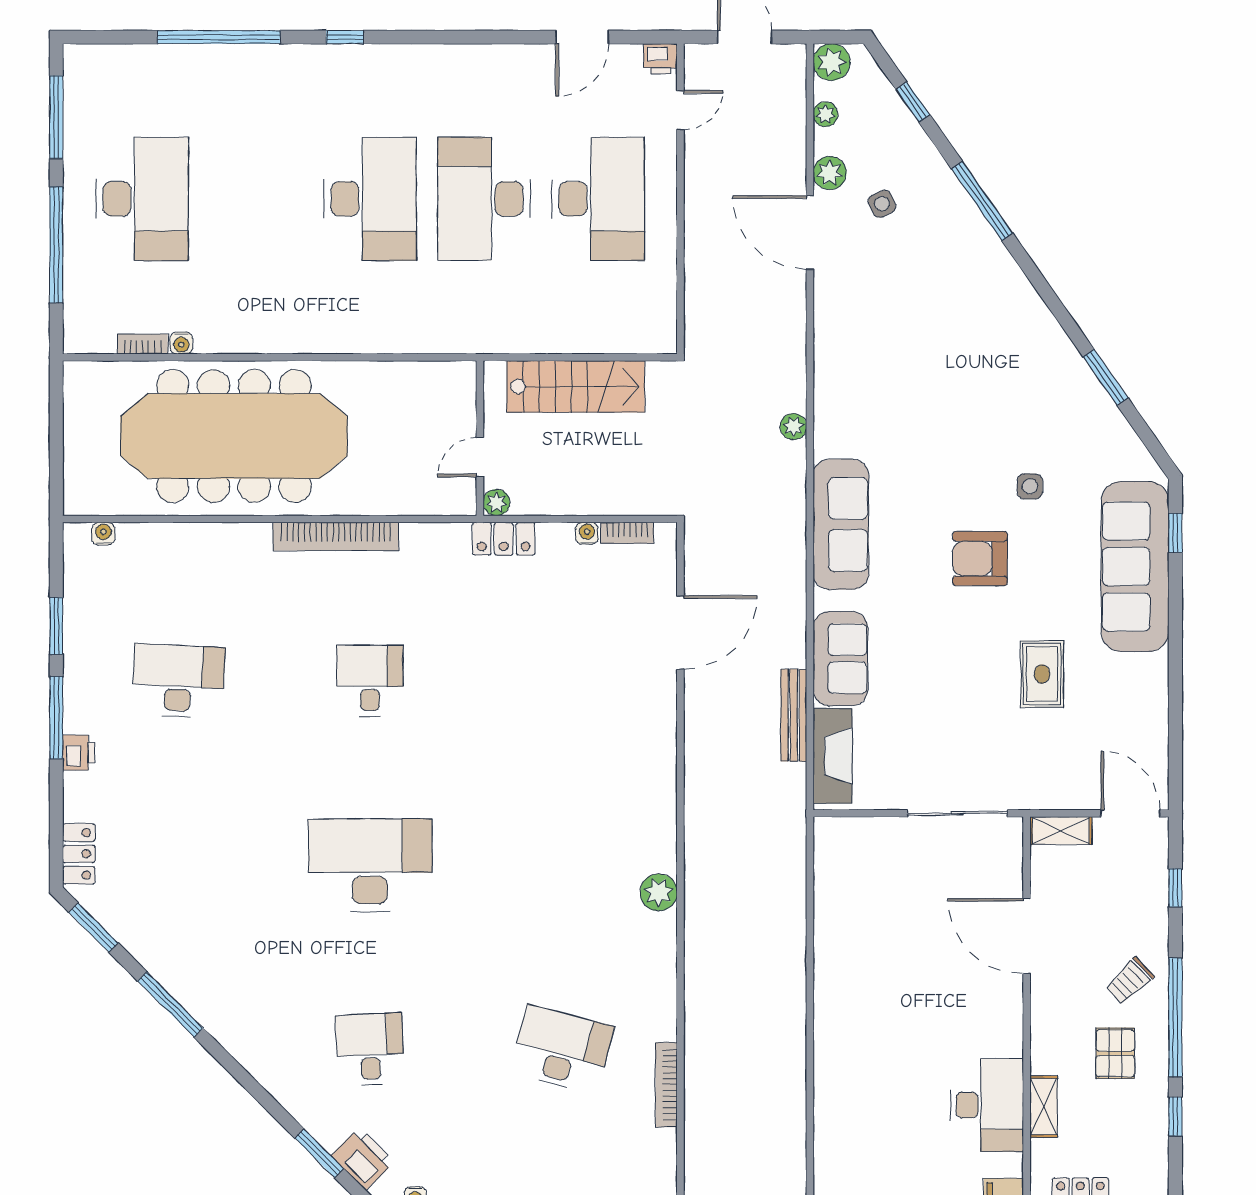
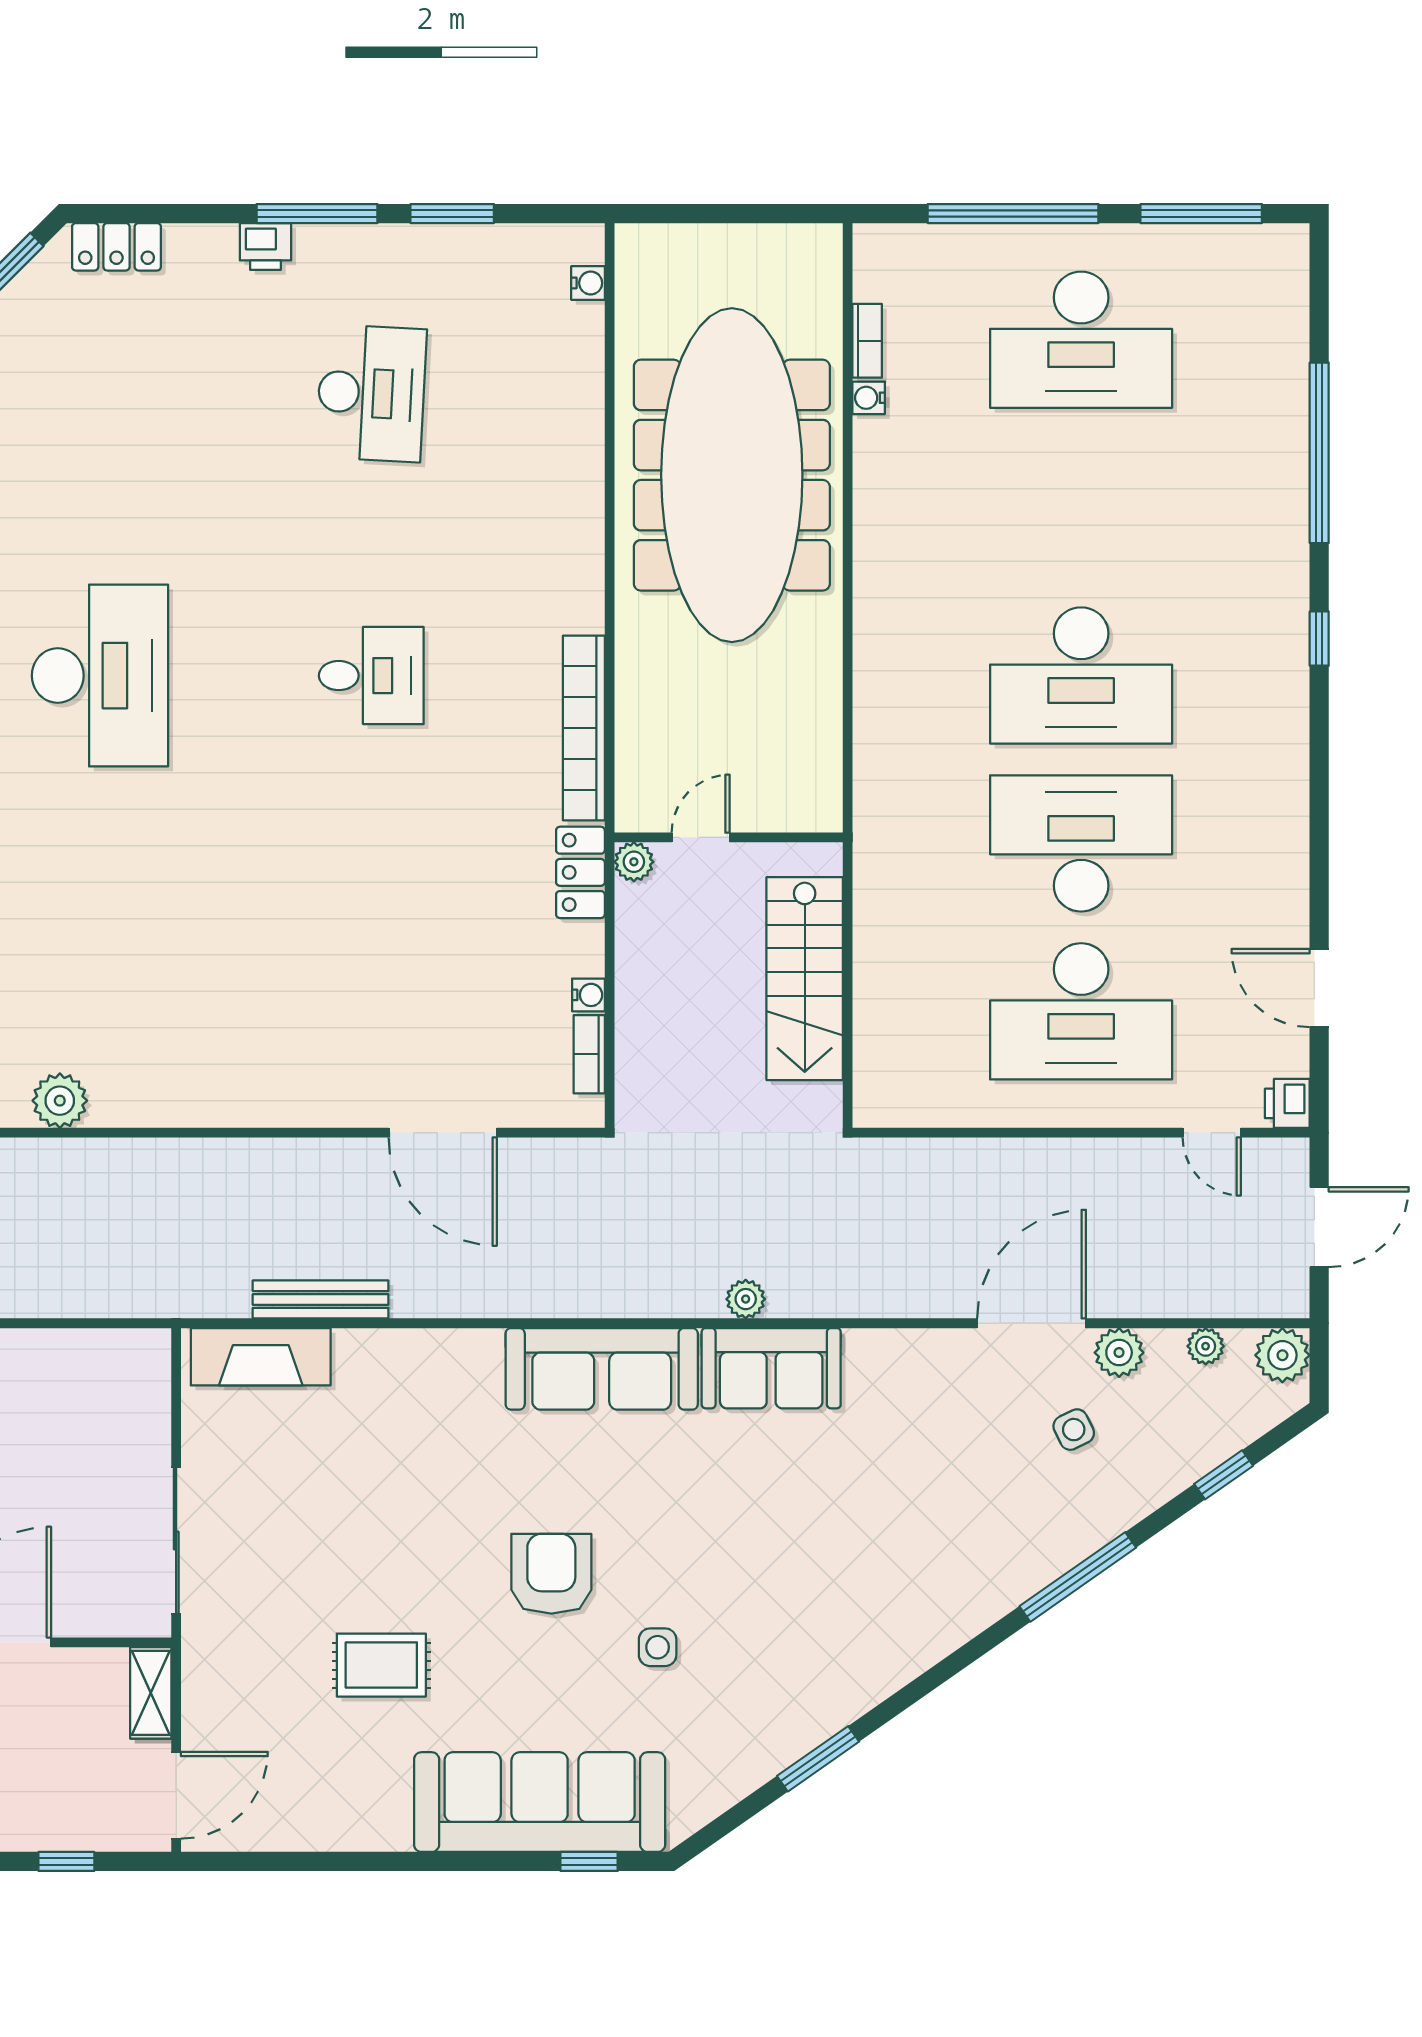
door: (480, 457) -> (701, 837), hinge flipped
bookcase: (336, 536) -> (584, 728), moved
sofa: (840, 659) -> (771, 1368), moved

